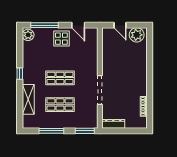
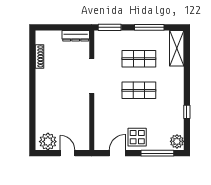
door: (78, 25) -> (117, 153), hinge flipped
window: (20, 74) -> (187, 112), moved
shelving: (28, 99) -> (177, 48), moved

